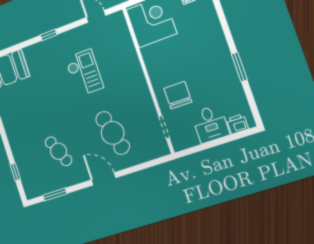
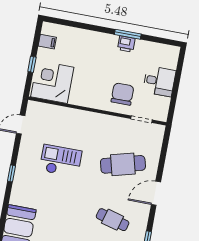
chair: (178, 95) -> (122, 94), turned 90
printer: (237, 124) -> (126, 44), moved, turned -90
cafe table: (59, 151) -> (113, 220), turned 39

